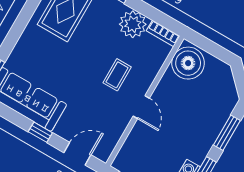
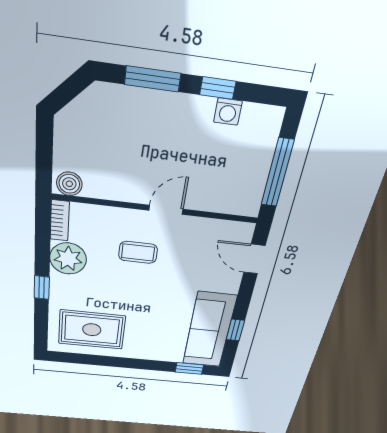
boiler: (188, 63) -> (69, 184), width x0.54, depth x0.54
window: (40, 132) -> (235, 330), moved

